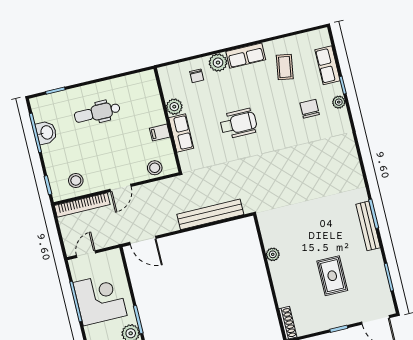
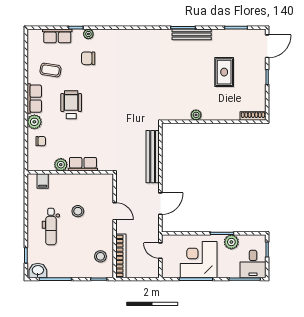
wheelchair: (238, 124) -> (71, 105), moved
washbasin: (46, 133) -> (38, 271), moved
filing cabinet: (160, 133) -> (43, 181), moved
stool: (155, 168) -> (78, 211), moved
door: (121, 188) -> (115, 211), moved
door: (143, 240) -> (160, 204), moved
door: (86, 254) -> (160, 251), moved
rug: (332, 276) -> (224, 72), turned 90

